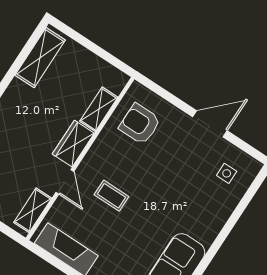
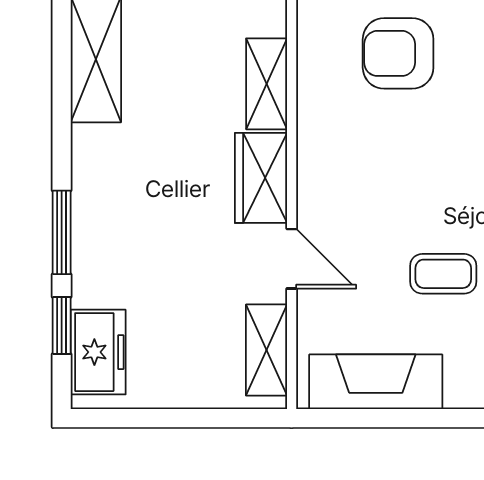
armchair: (140, 124) -> (398, 53), moved
coffee table: (111, 196) -> (443, 274), moved

